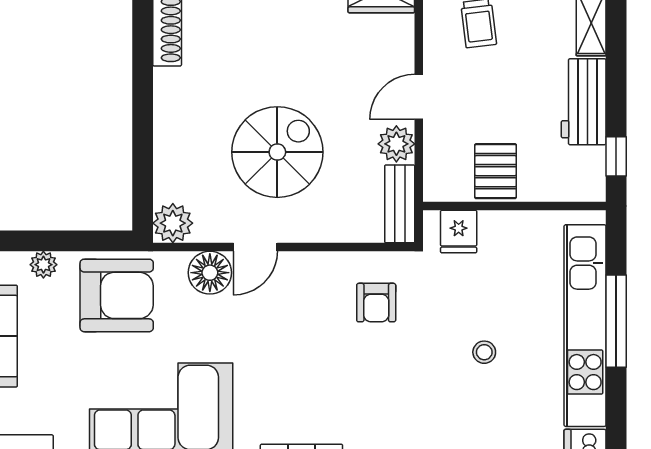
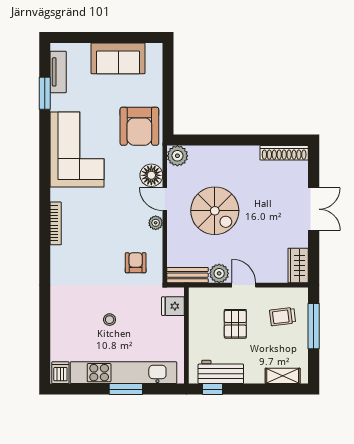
workbench: (584, 102) -> (221, 372), moved
pallet: (496, 171) -> (235, 324), moved, turned 90
plant: (43, 265) -> (156, 223), moved
armchair: (376, 303) -> (136, 263), turned 90
window: (616, 321) -> (126, 389), width x0.69

